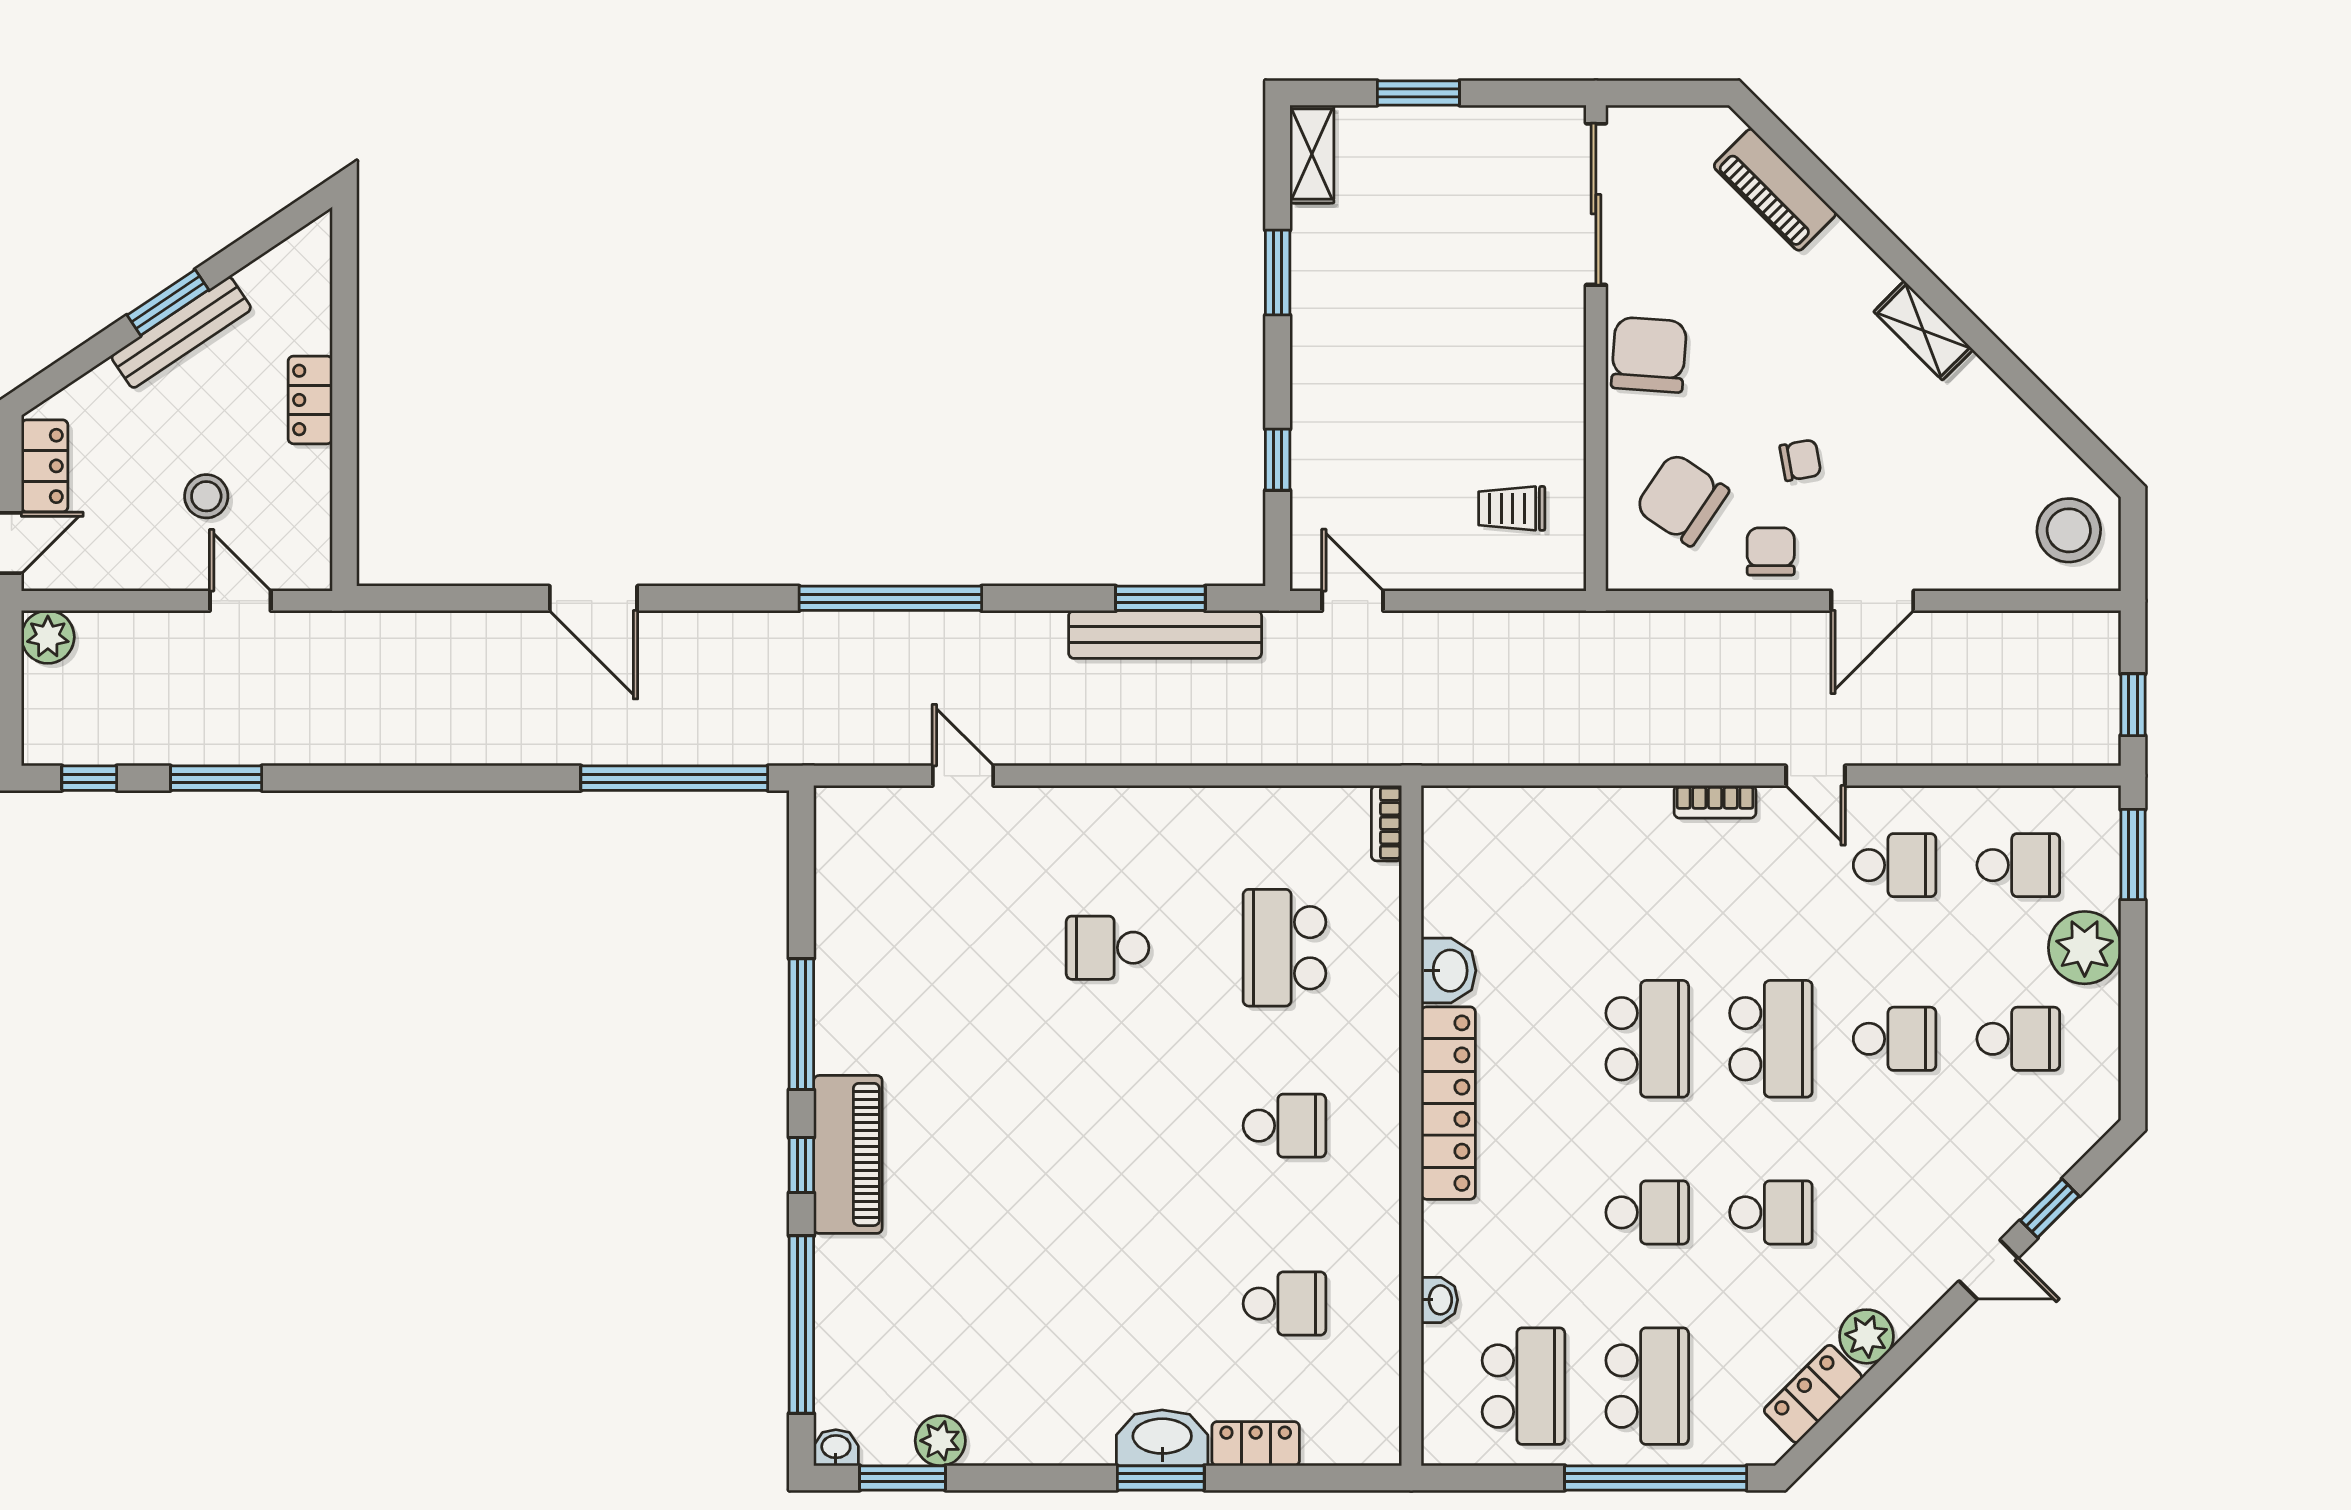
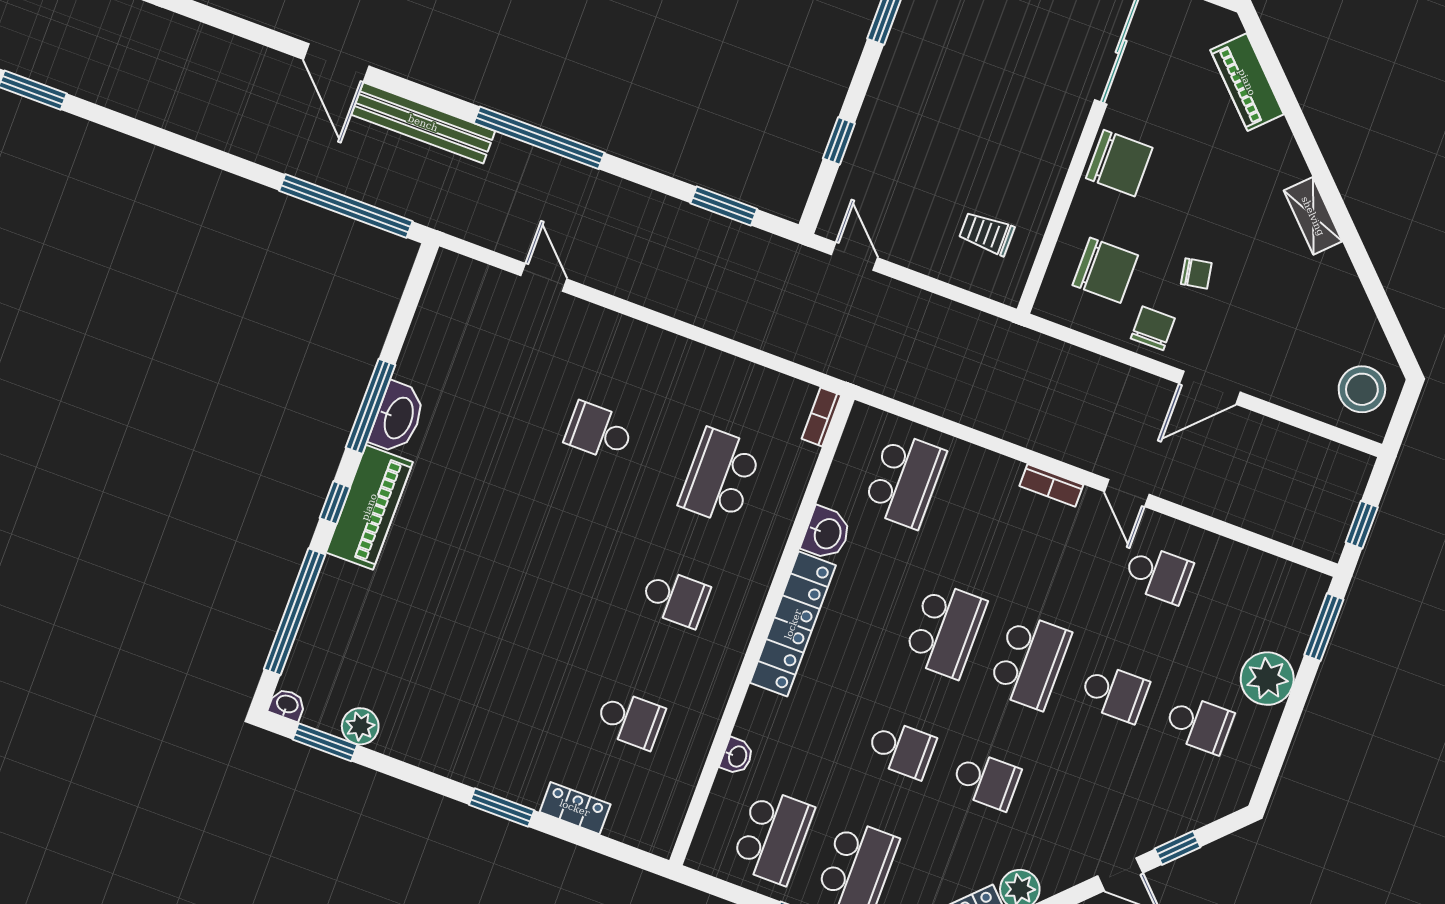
chair: (1649, 355) -> (1119, 163), turned 86
chair: (1682, 499) -> (1105, 270), turned 146
bench: (1165, 634) -> (423, 123), moved
school desk: (2018, 865) -> (904, 480), moved, width x1.85
washbasin: (1162, 1438) -> (398, 418), moved, turned 90

